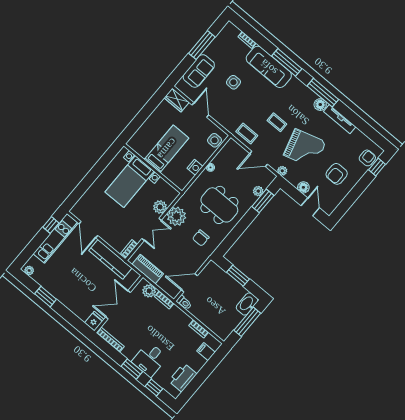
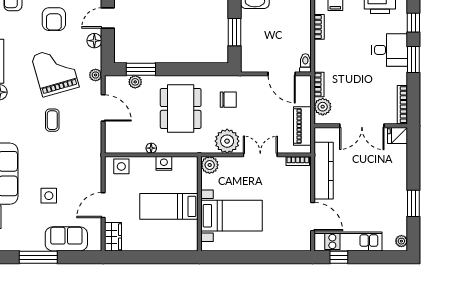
coffee table: (247, 134) -> (88, 140), removed
armchair: (337, 174) -> (54, 19), turned 90
plant: (160, 207) -> (210, 165), moved
door: (88, 230) -> (313, 217), hinge flipped

